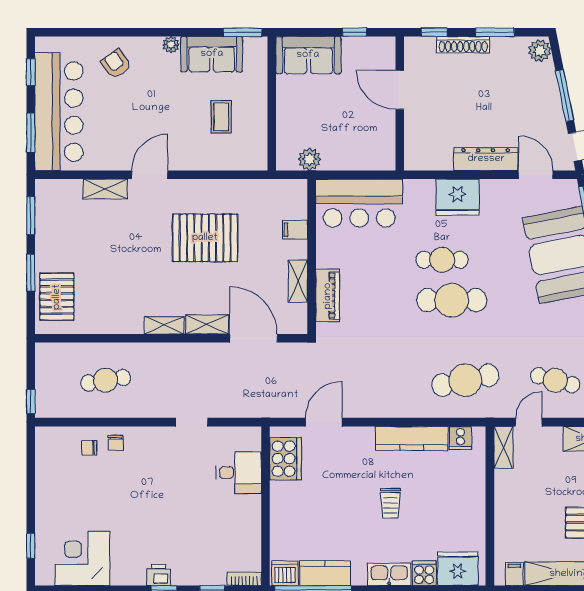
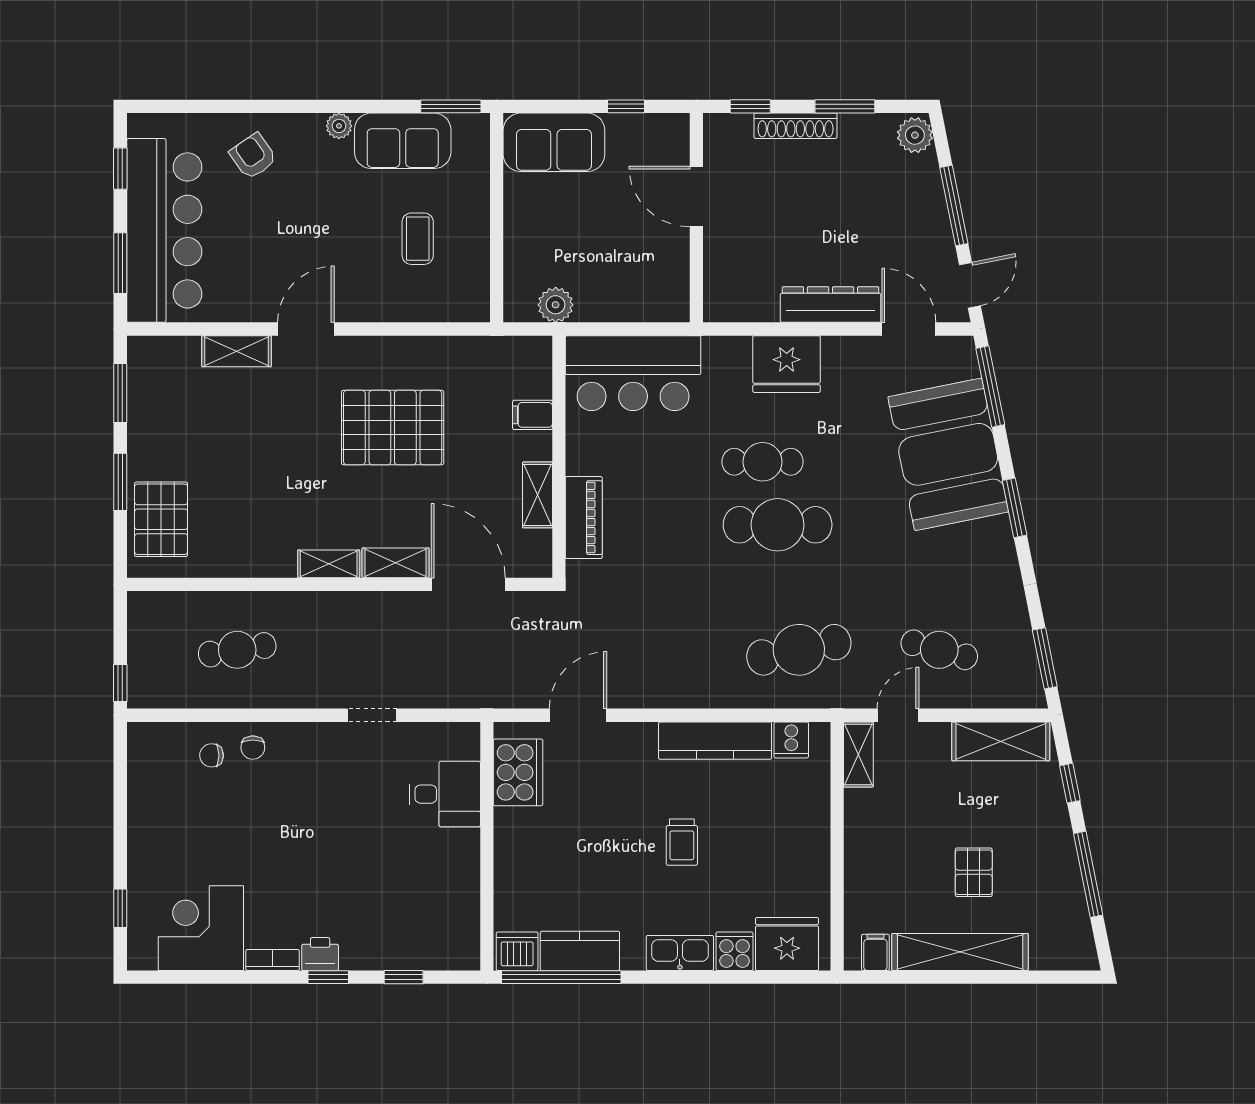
bookcase: (244, 579) -> (273, 960), moved

